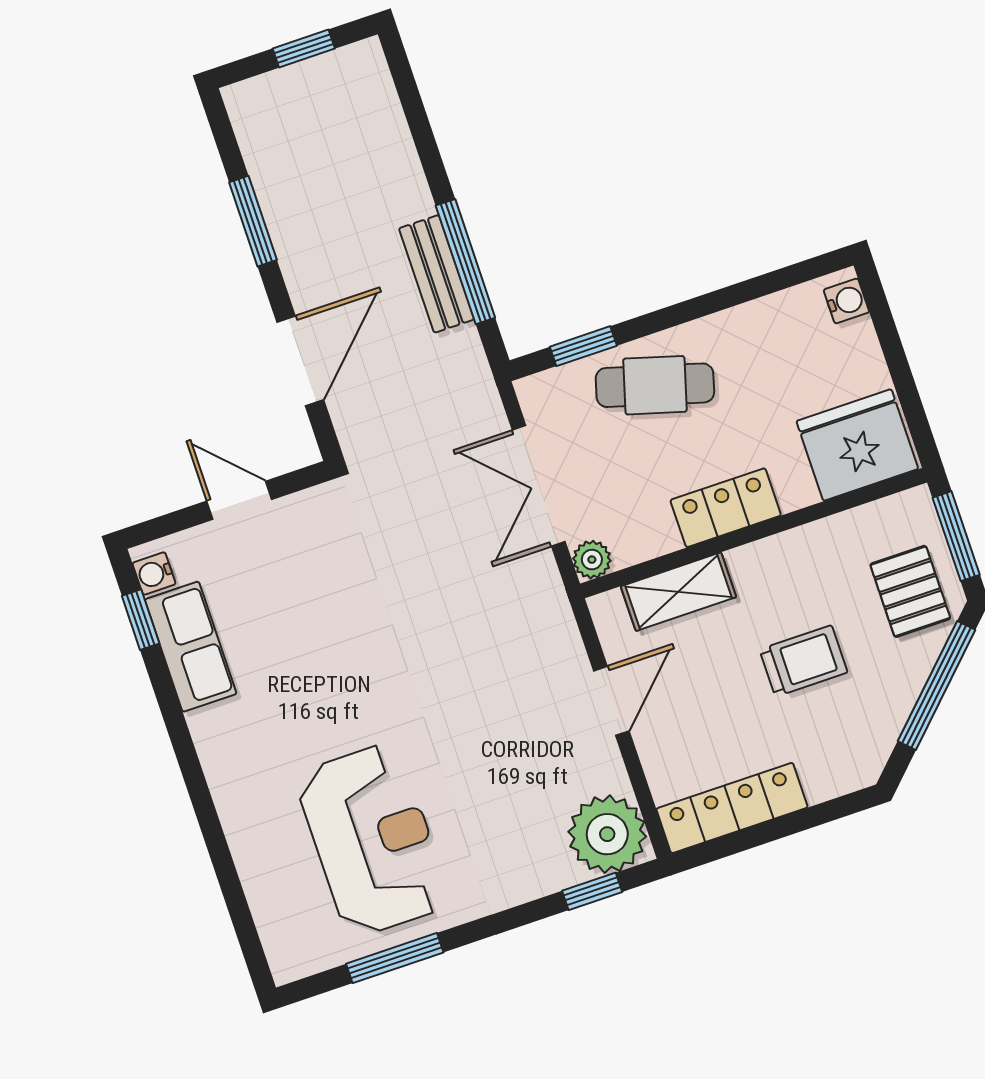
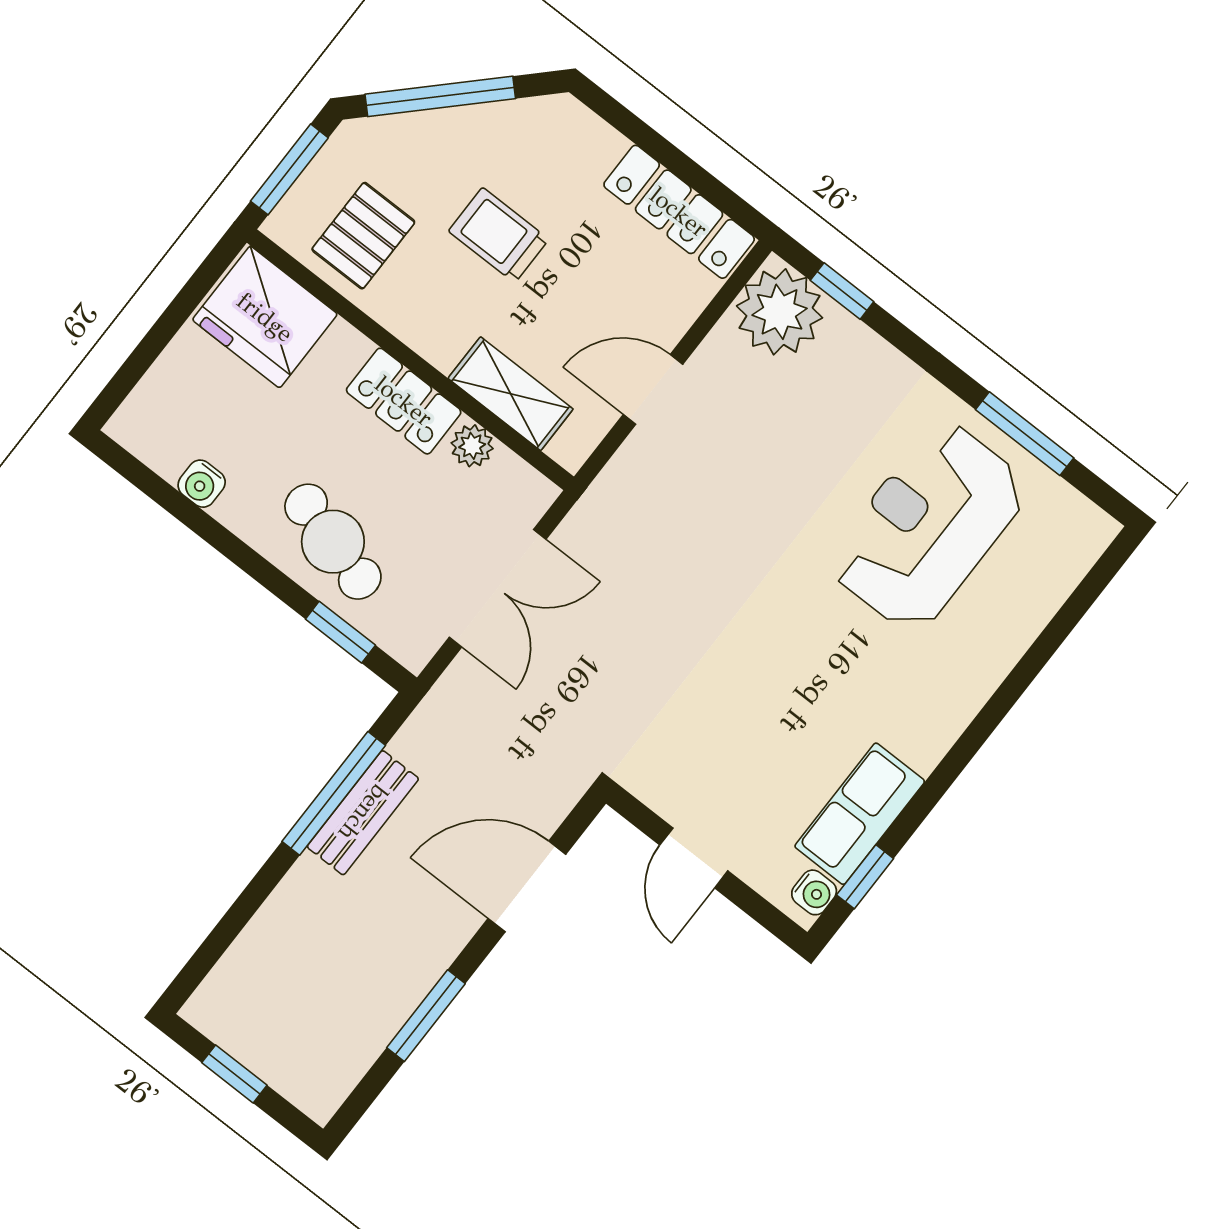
water cooler: (846, 301) -> (202, 484), moved, turned -90
plant: (592, 560) -> (472, 446), moved
pallet: (910, 591) -> (363, 236), moved

